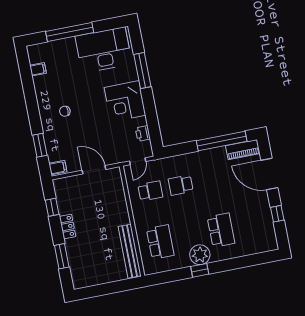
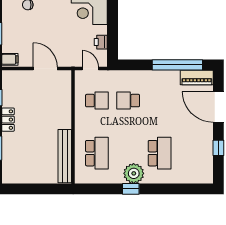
door: (138, 161) -> (90, 69), swing flipped

